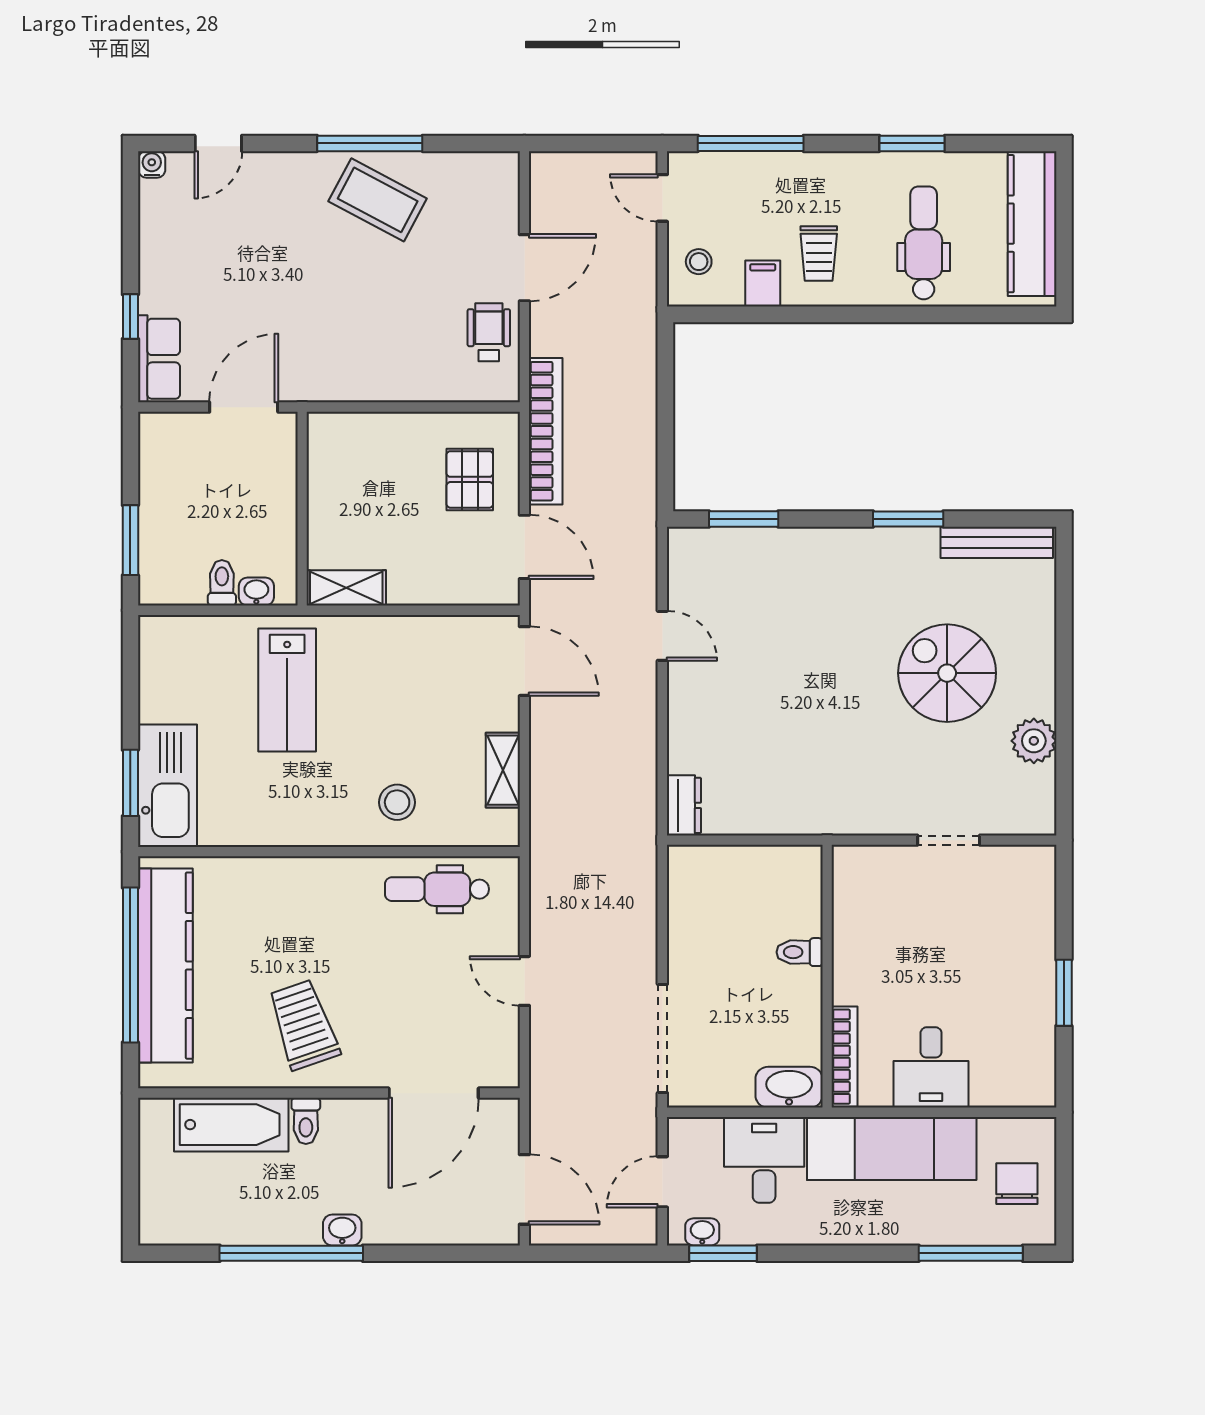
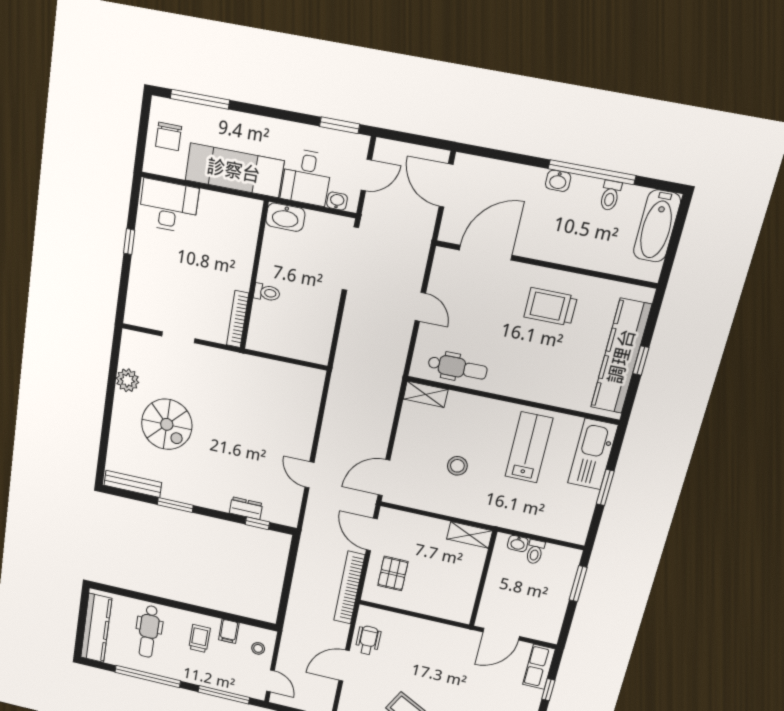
window: (912, 143) -> (148, 677), width x2.11
wheelchair: (489, 332) -> (368, 640), turned 180
window: (744, 519) -> (257, 523), width x0.67
door: (524, 661) -> (384, 478), hinge flipped
lab bench: (287, 690) -> (529, 447), moved
shelving: (503, 770) -> (426, 394), moved, turned 90
window: (130, 783) -> (605, 487), moved
stool: (397, 802) -> (457, 466), moved
dresser: (684, 805) -> (246, 508), moved, turned 90
window: (130, 965) -> (641, 361), width x0.32
window: (1064, 993) -> (129, 242), width x0.67
trolley: (304, 1025) -> (551, 307), turned 109
bookcase: (845, 1057) -> (238, 319), moved
desk: (931, 1067) -> (169, 206), moved, width x1.37
toilet: (306, 1121) -> (610, 196), moved, turned 180
bathtub: (231, 1125) -> (657, 226), moved, turned -90
washbasin: (702, 1232) -> (337, 201), moved, turned 180

